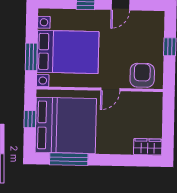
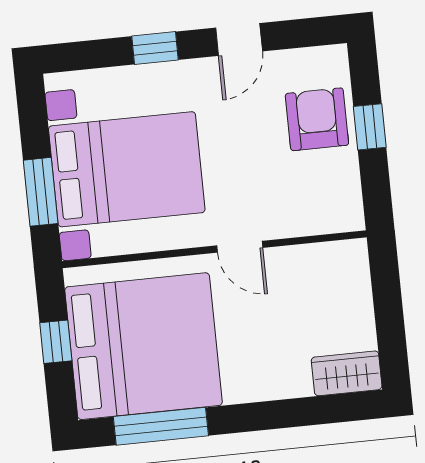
armchair: (142, 75) -> (317, 119), moved
door: (110, 89) -> (240, 247), hinge flipped

